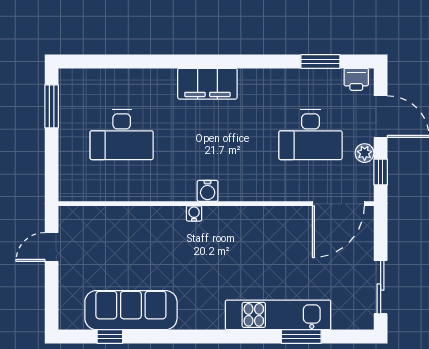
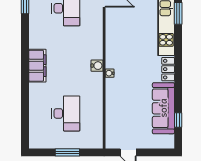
window: (52, 106) -> (67, 152), moved
locker: (201, 318) -> (168, 69), added

